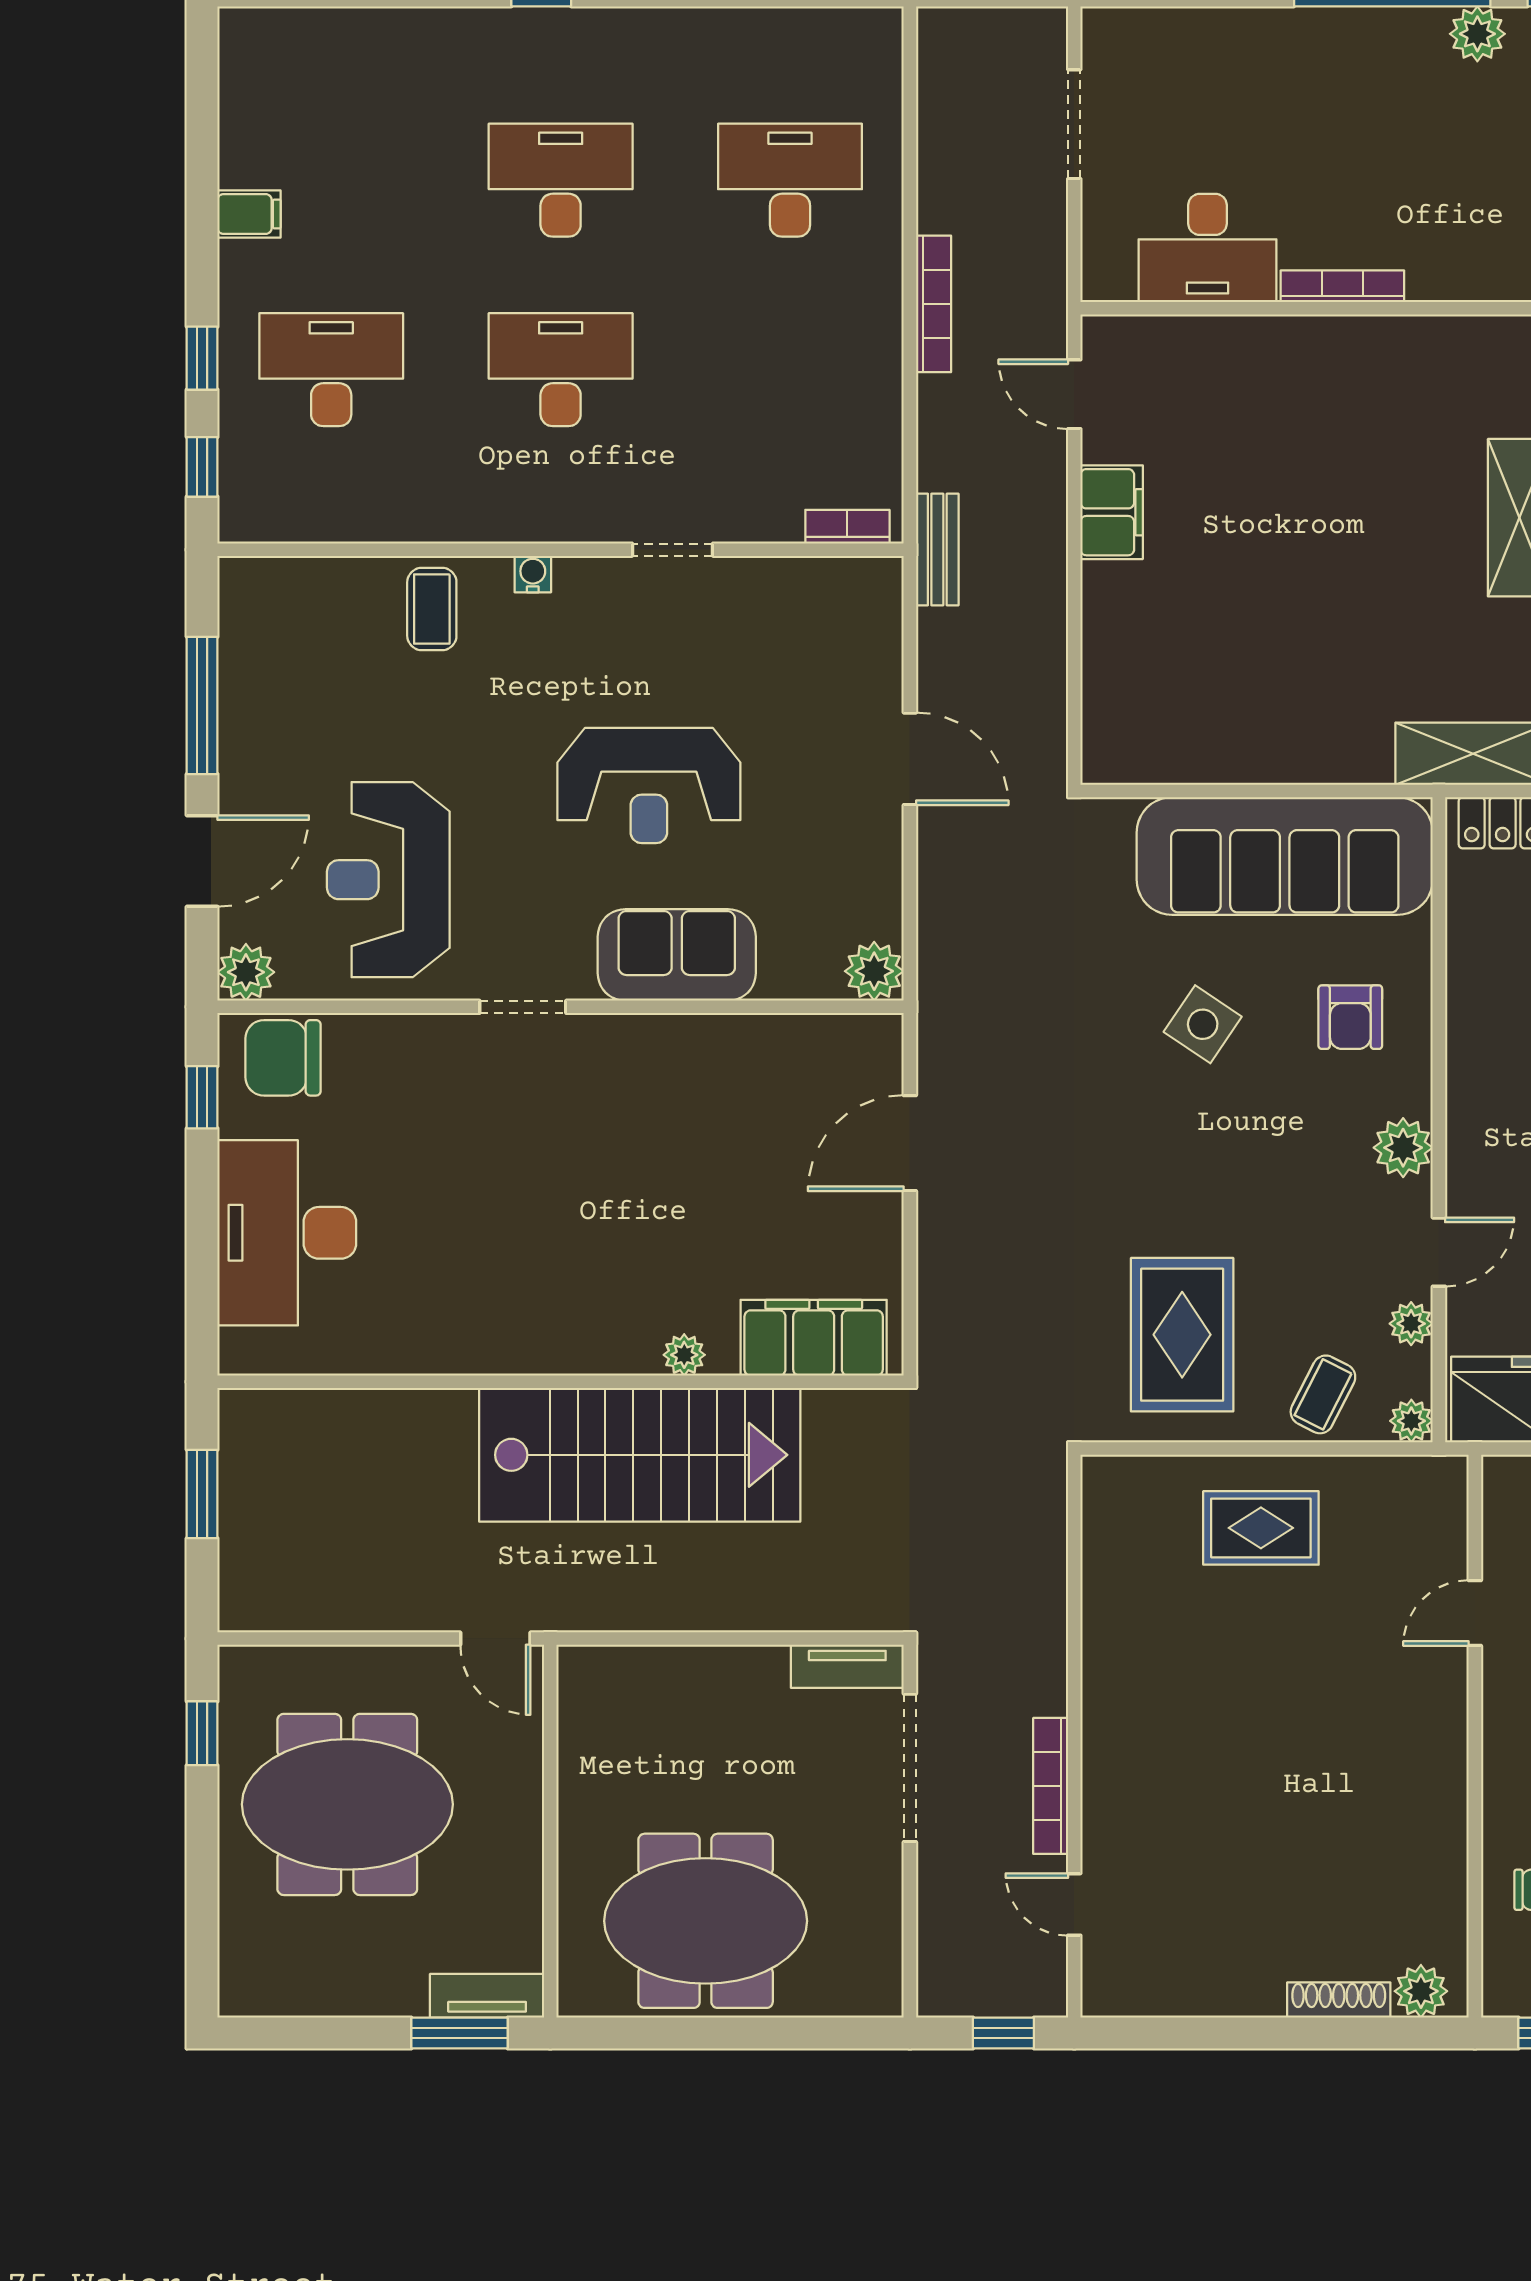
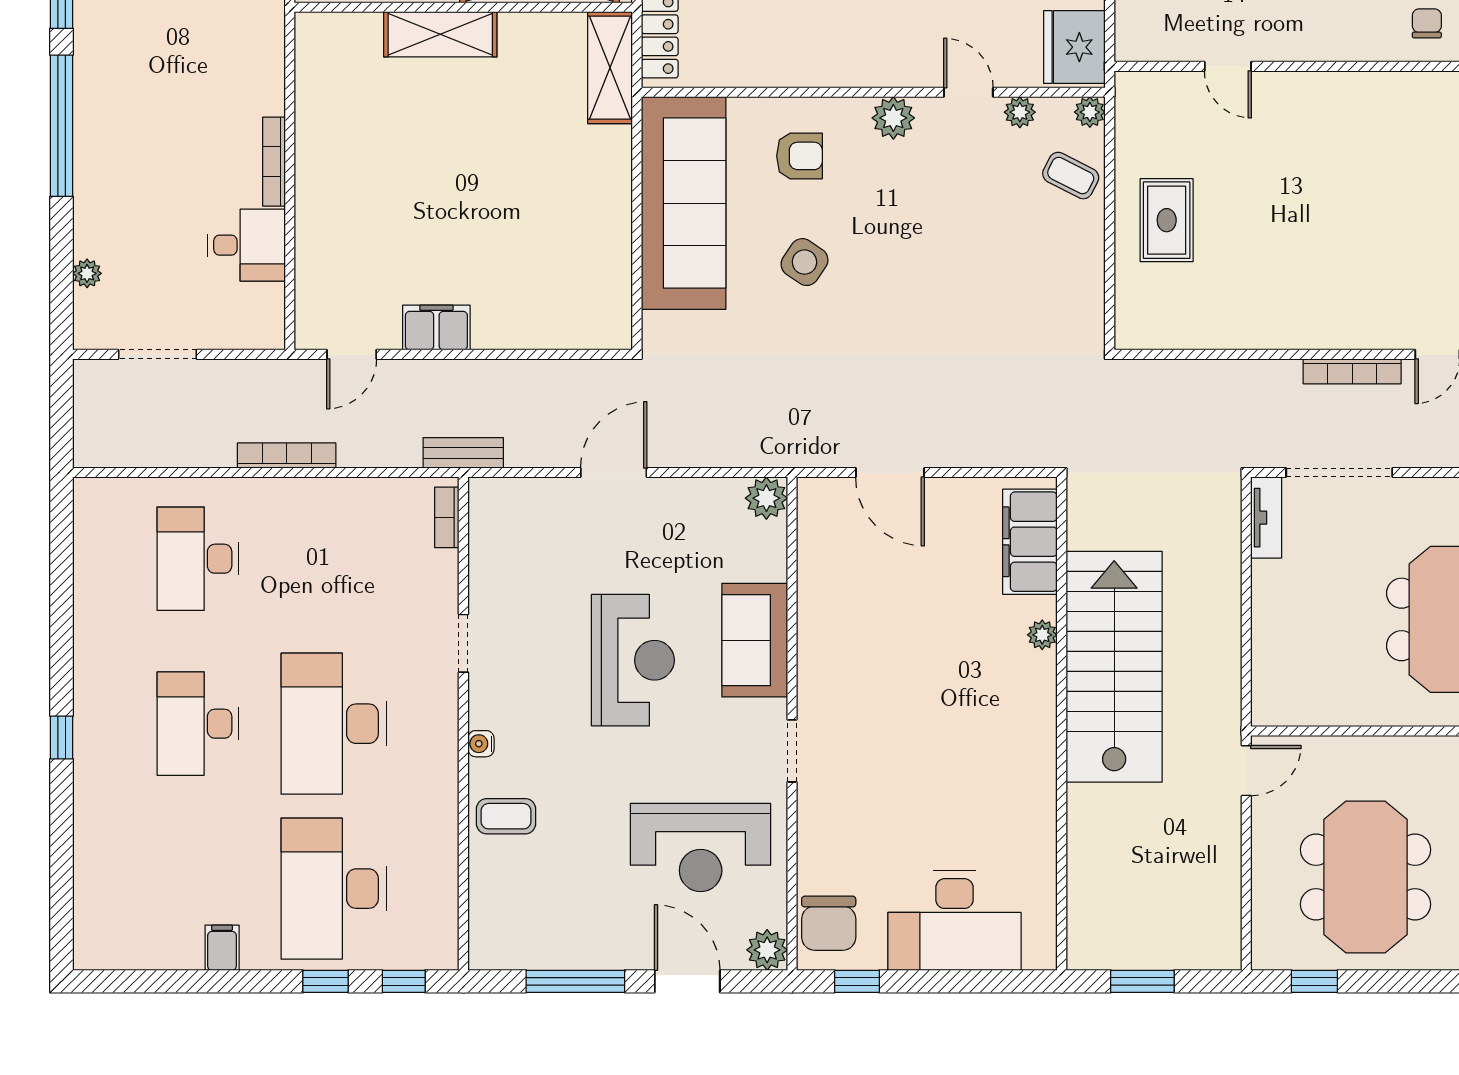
plant: (1477, 34) -> (87, 273), moved, width x0.73, depth x0.73
desk: (1207, 248) -> (246, 245), width x0.73
desk: (331, 370) -> (334, 889), width x1.36, depth x1.30
desk: (561, 370) -> (334, 724), width x1.36, depth x1.30
rug: (1182, 1335) -> (1028, 277), removed

